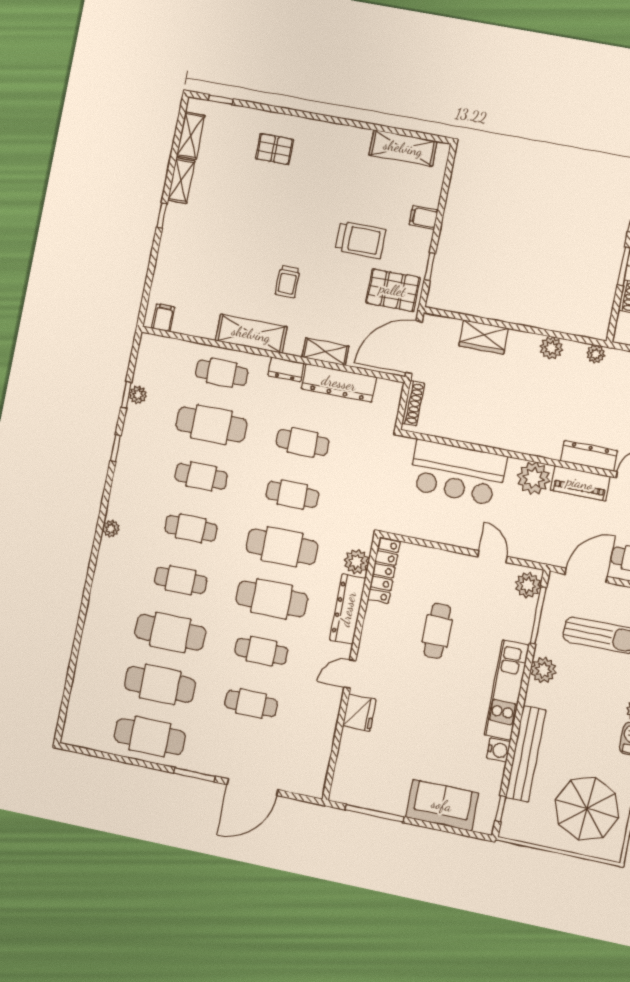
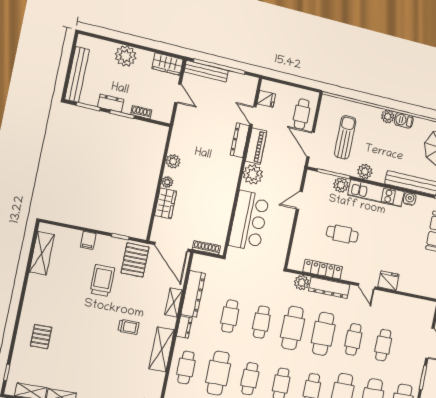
plant: (596, 354) -> (167, 182), moved
locker: (384, 571) -> (323, 269), moved
plant: (528, 585) -> (341, 185), moved

